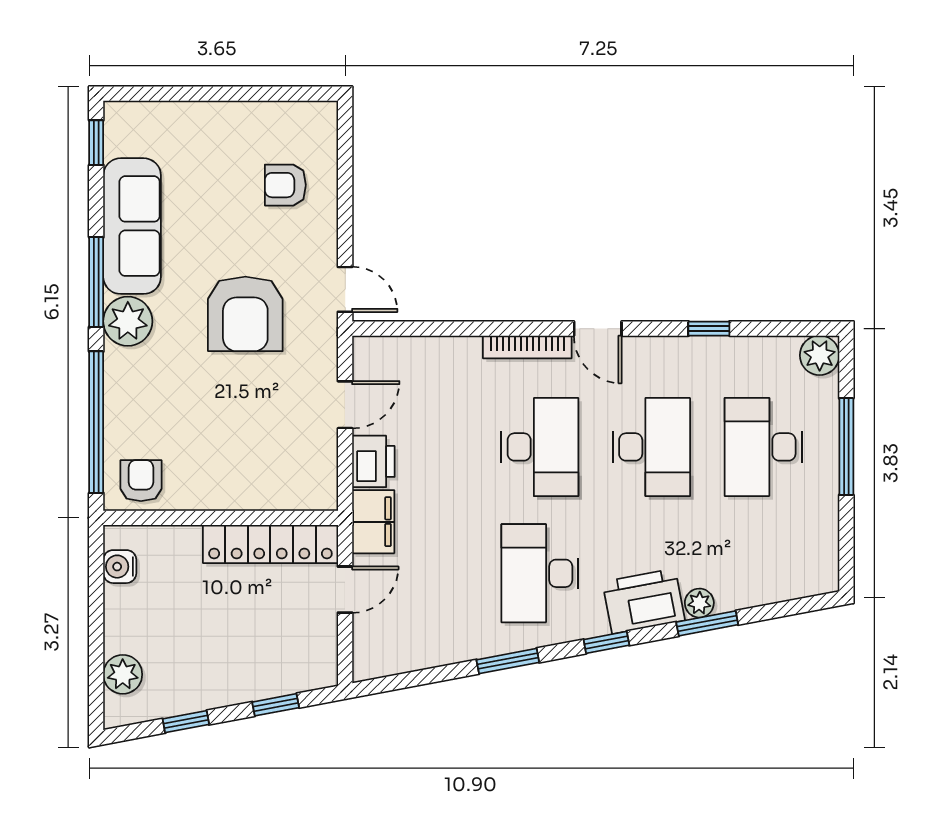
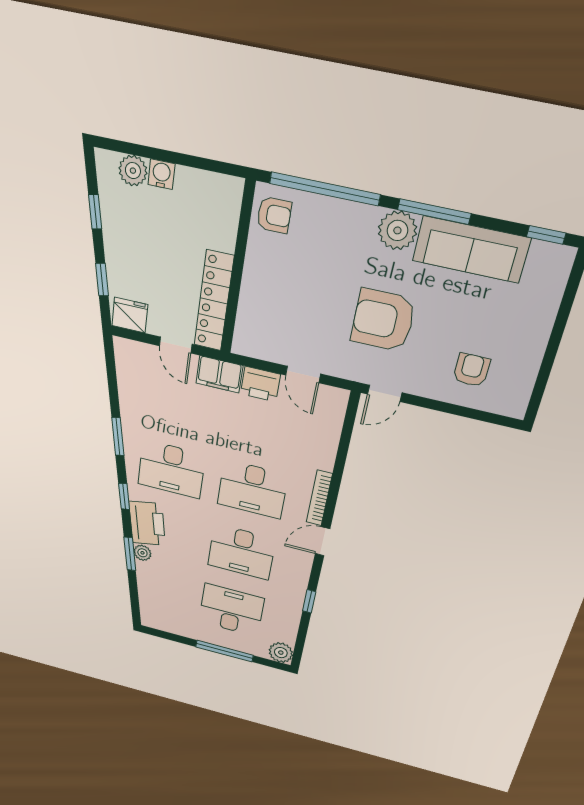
water cooler: (120, 567) -> (161, 174), moved
desk: (540, 573) -> (171, 469), turned 180
fridge: (317, 660) -> (130, 315), added

